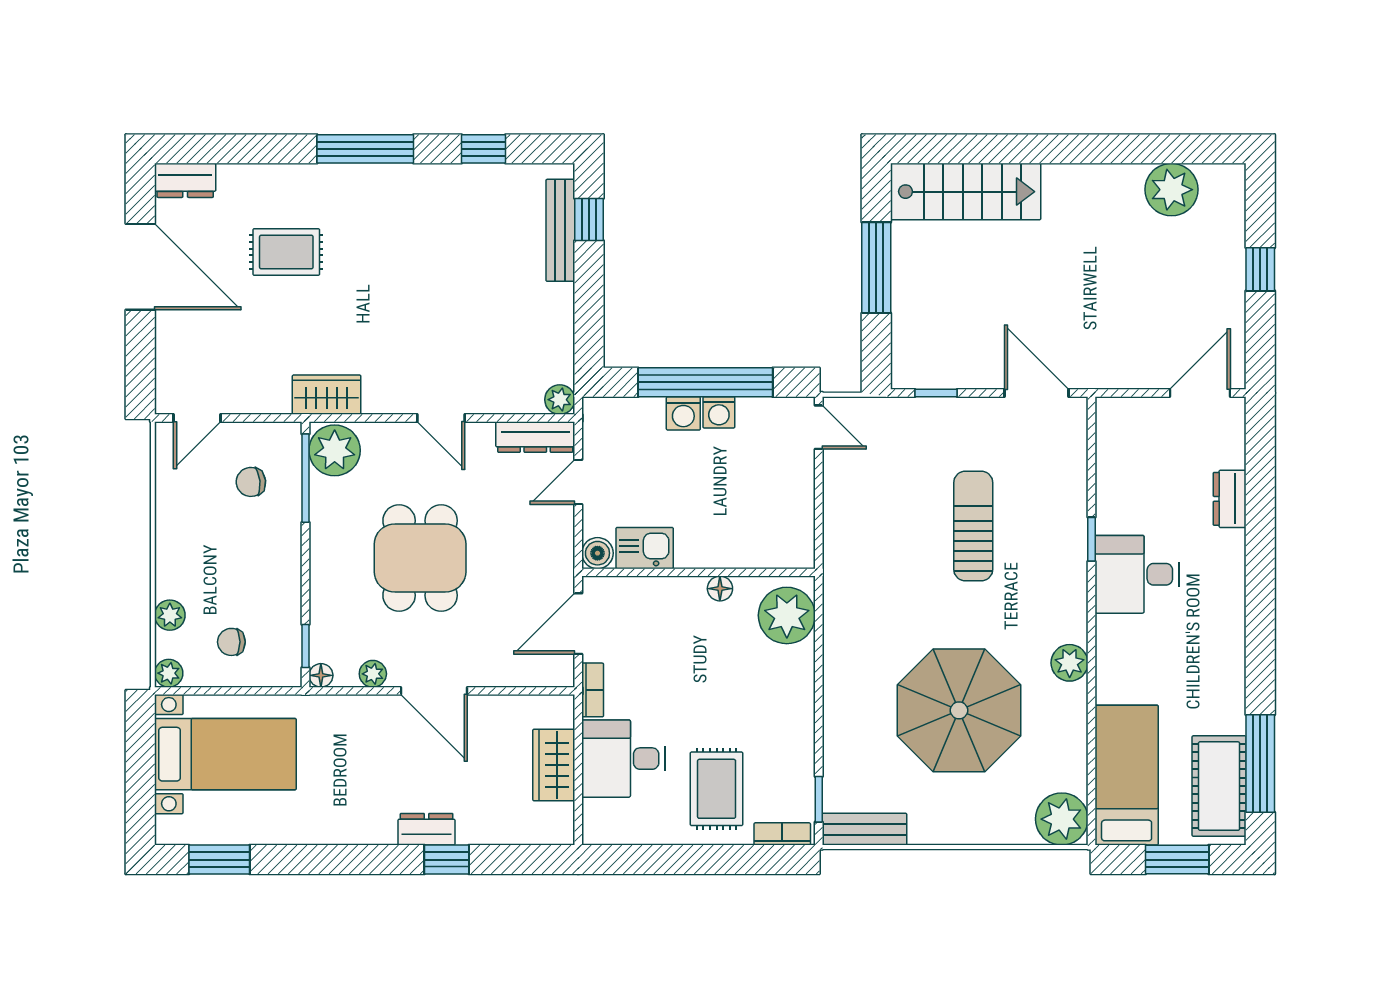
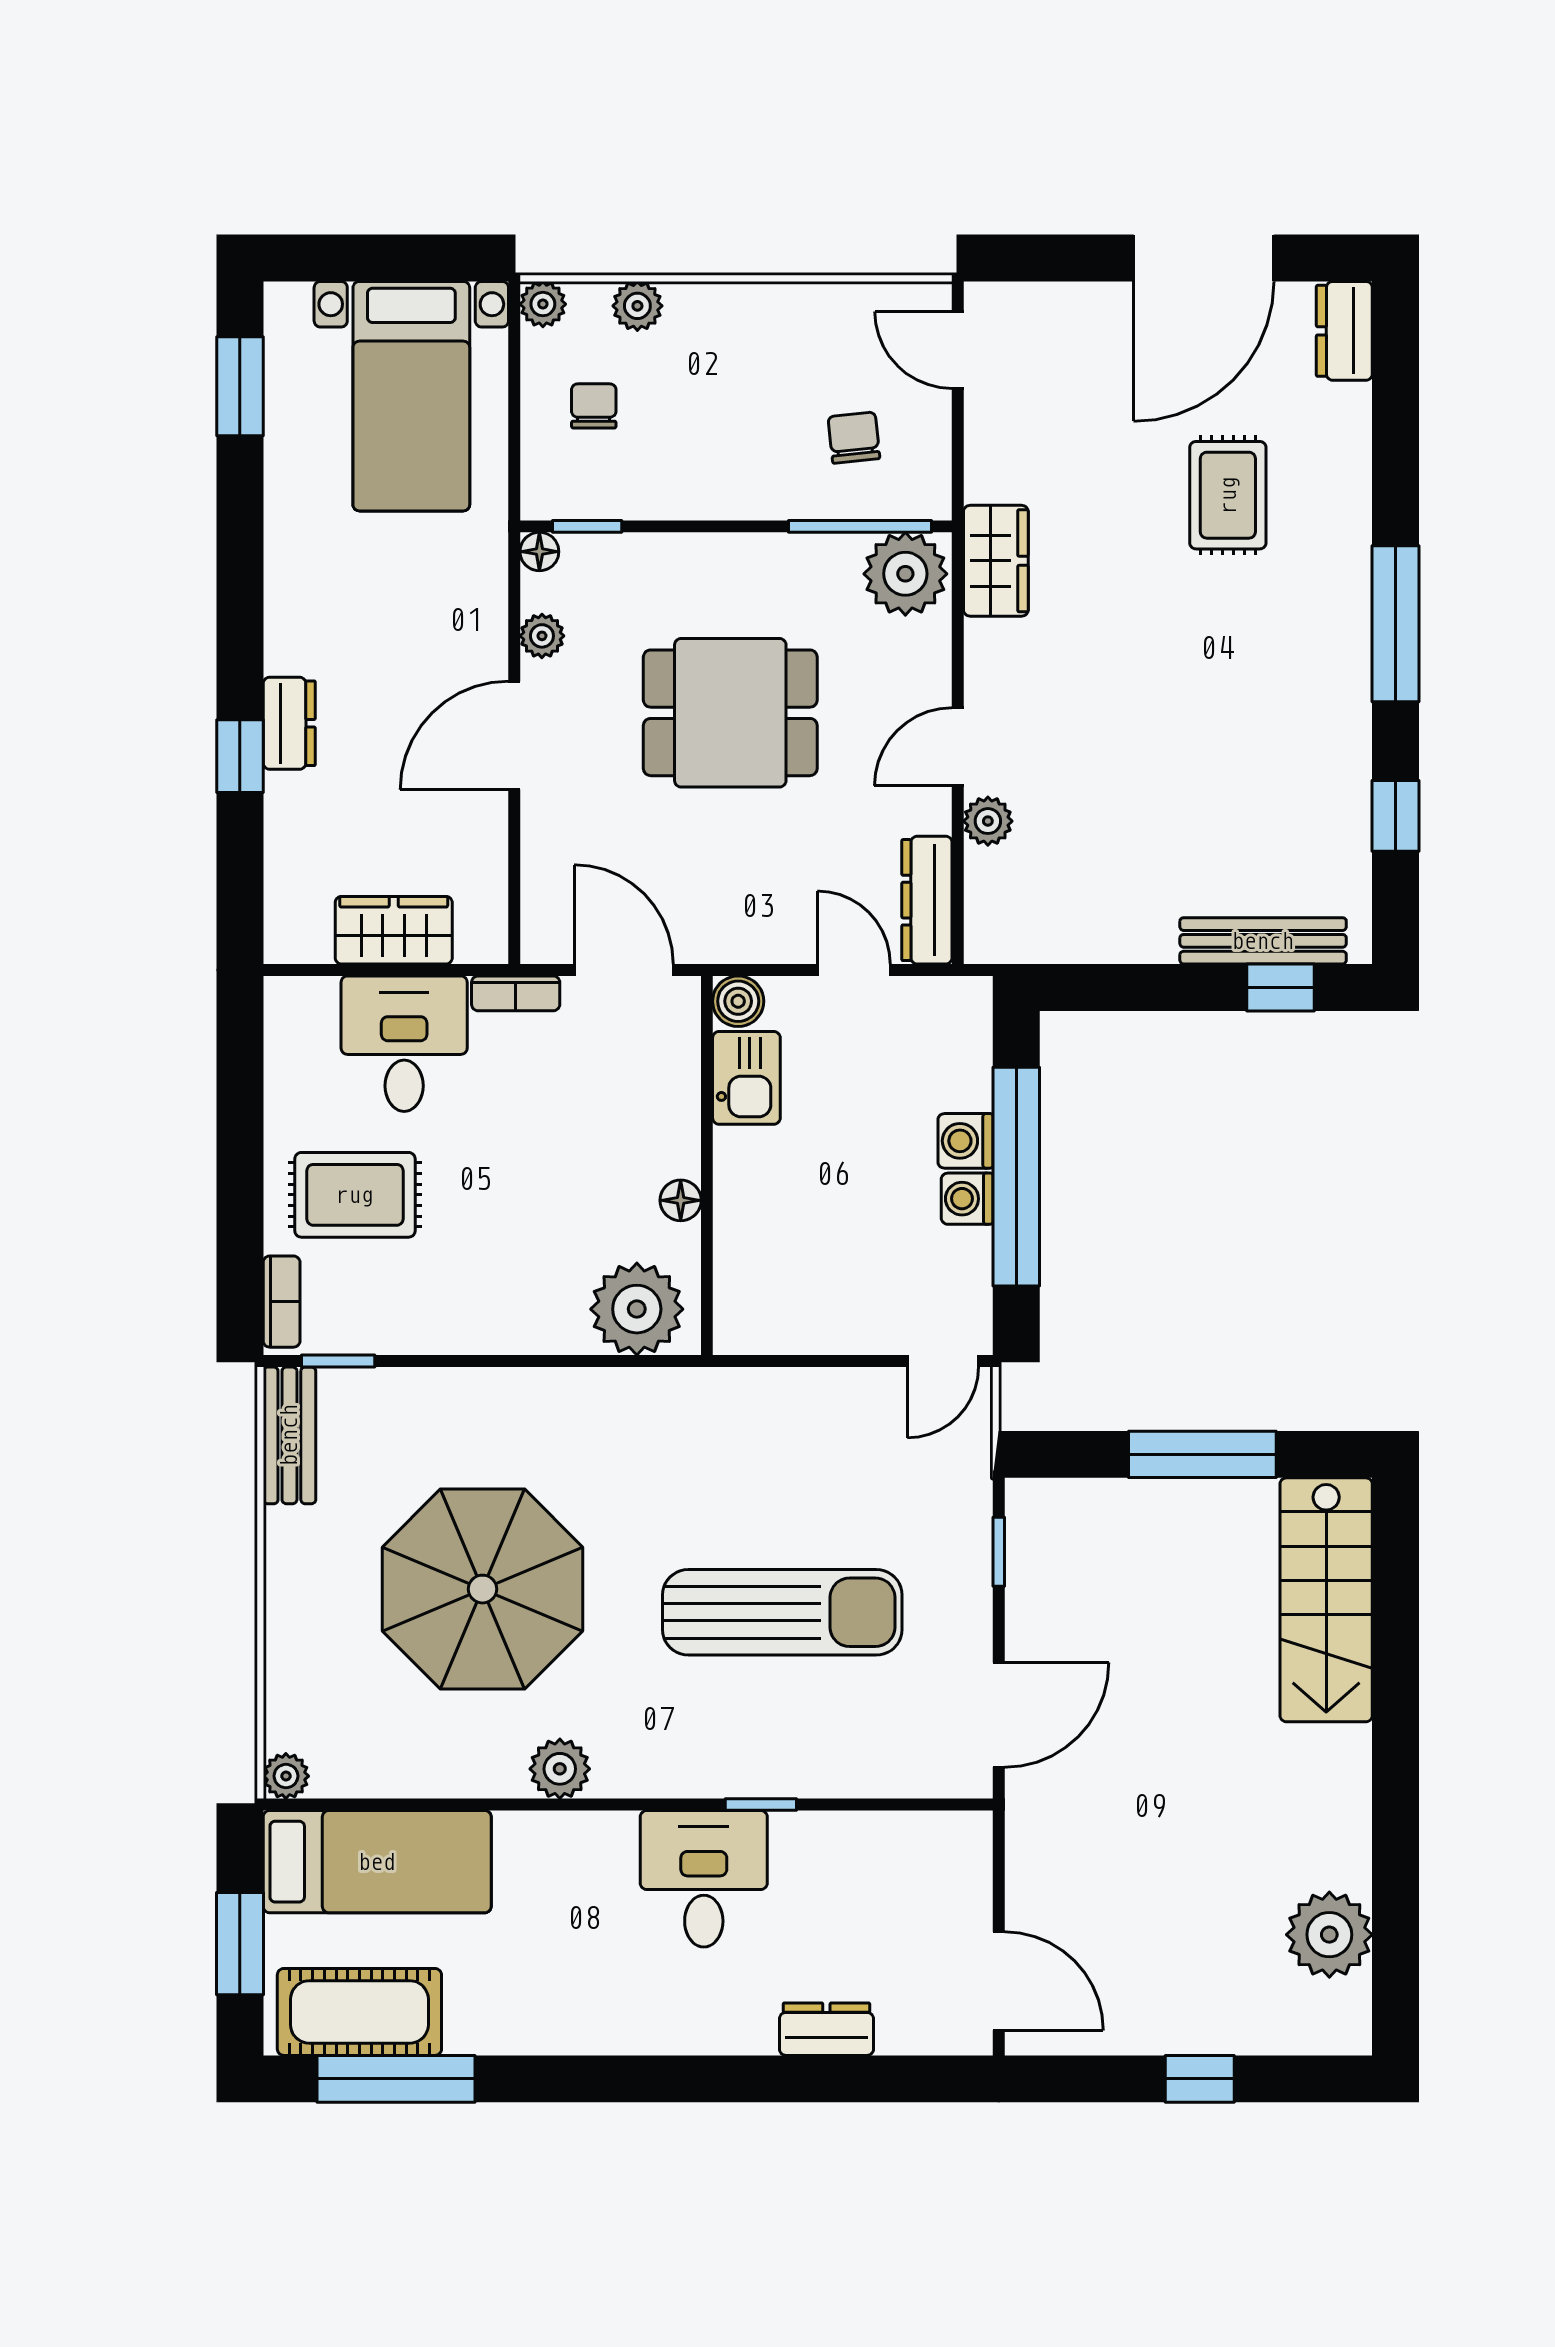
plant: (560, 400) -> (988, 821), moved
sun lounger: (973, 526) -> (782, 1612), width x1.36, depth x1.34
plant: (1062, 819) -> (286, 1776), width x0.53, depth x0.53

